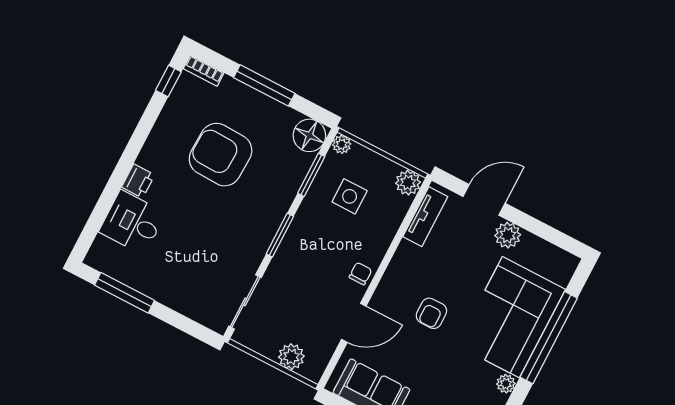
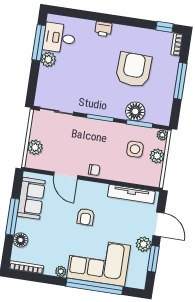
floor lamp: (309, 135) -> (135, 111), moved
plant: (408, 183) -> (157, 156), moved
tv unit: (425, 217) -> (131, 194), width x1.41
desk: (132, 222) -> (59, 38), moved, turned -90
window: (537, 227) -> (153, 259), added
plant: (157, 287) -> (48, 59), added
armchair: (431, 313) -> (86, 217), turned -90

